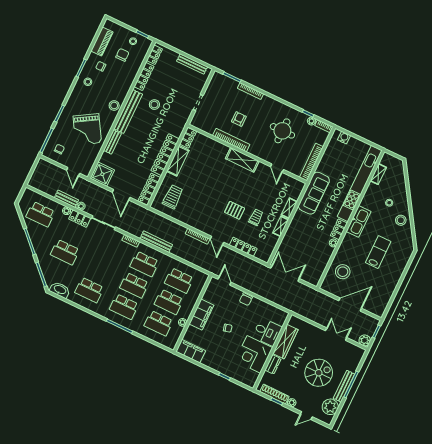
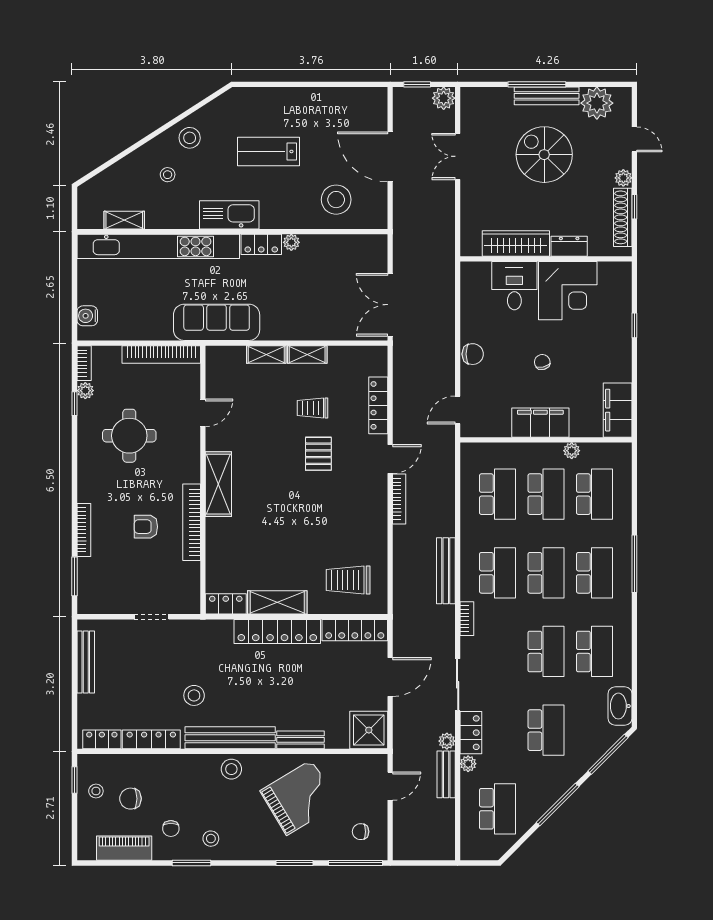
school desk: (100, 269) -> (546, 651), added

